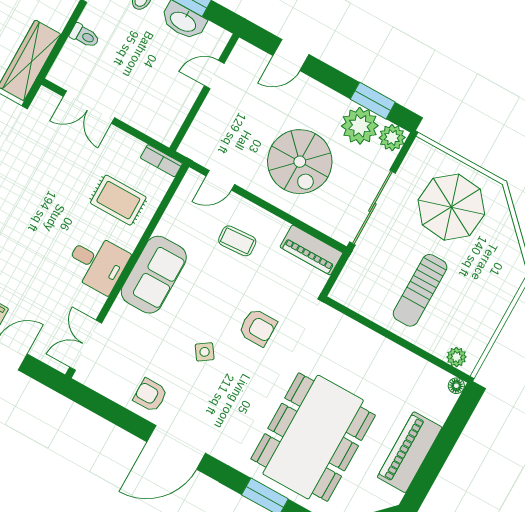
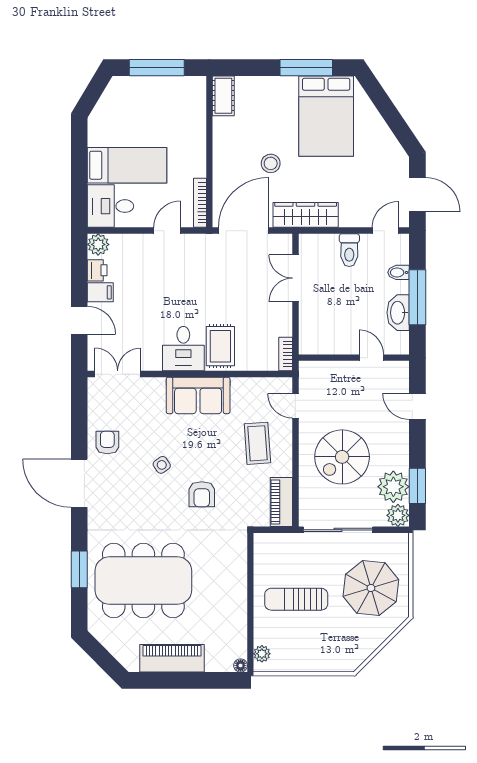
toilet: (85, 36) -> (349, 250), width x1.37, depth x1.39
rug: (118, 200) -> (220, 346), moved
coffee table: (237, 241) -> (257, 443), width x1.36, depth x1.30

